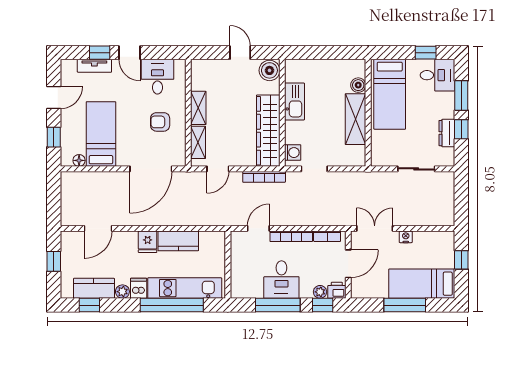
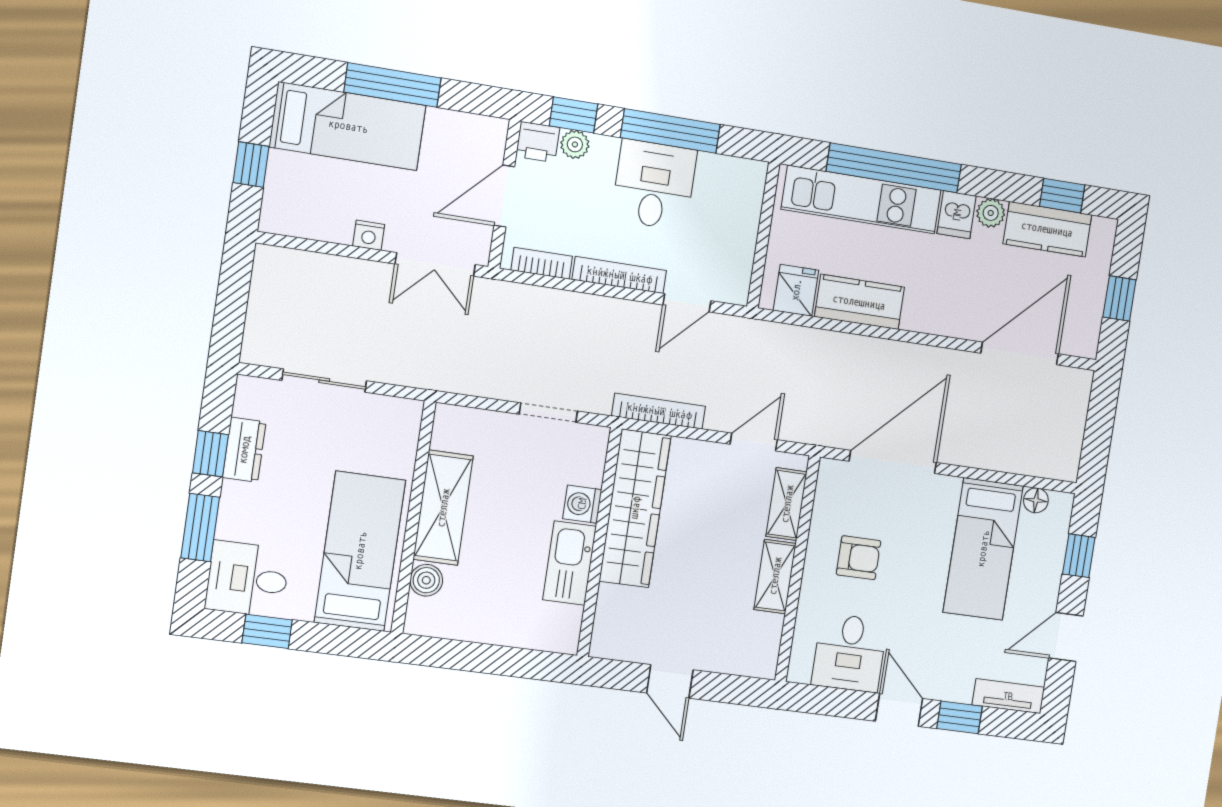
tv unit: (94, 66) -> (1008, 696), moved
boiler: (269, 70) -> (613, 636), removed
washing machine: (293, 153) -> (582, 504), moved
door: (98, 228) -> (1020, 354), width x1.36
fridge: (148, 242) -> (796, 290), moved

